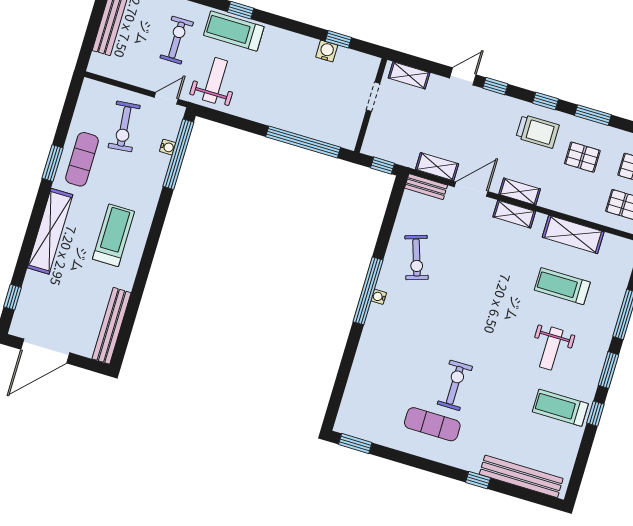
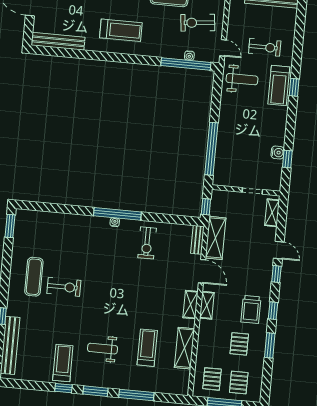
treadmill: (234, 31) -> (279, 86), turned 180
shelving: (437, 167) -> (216, 238), width x1.50, depth x1.33
exercise bike: (416, 258) -> (147, 243), turned -72

